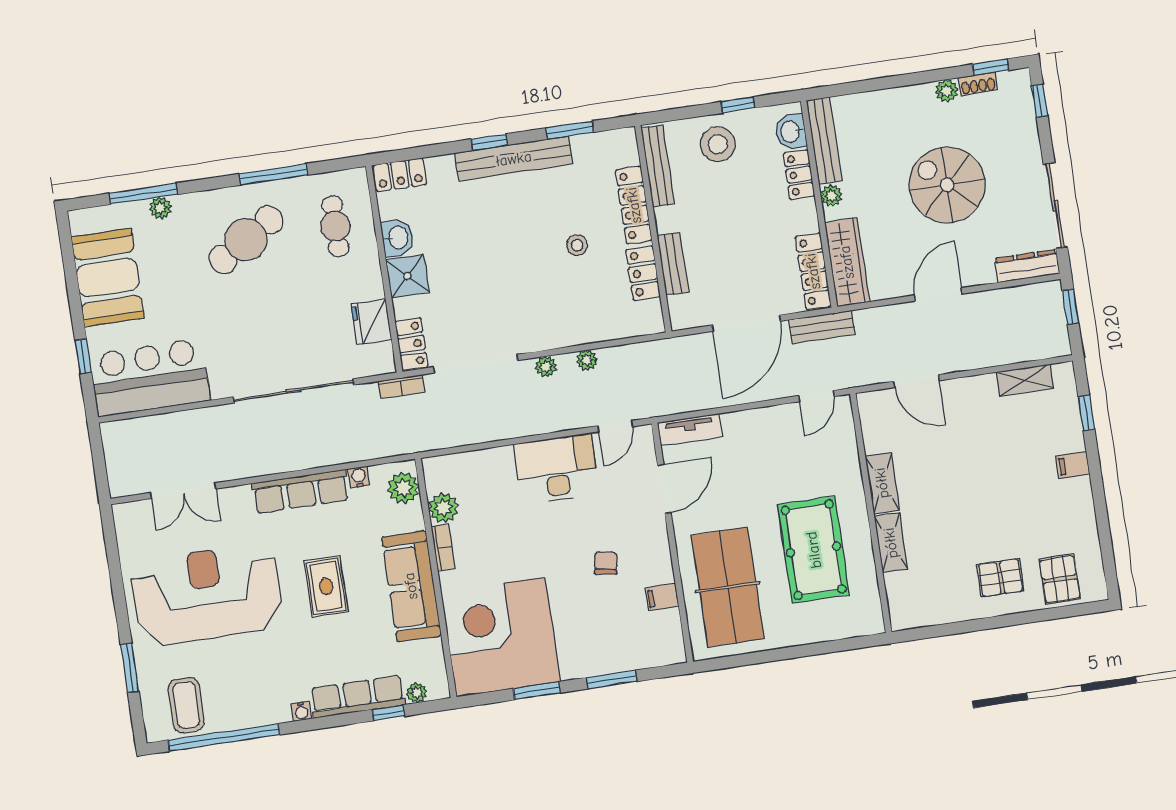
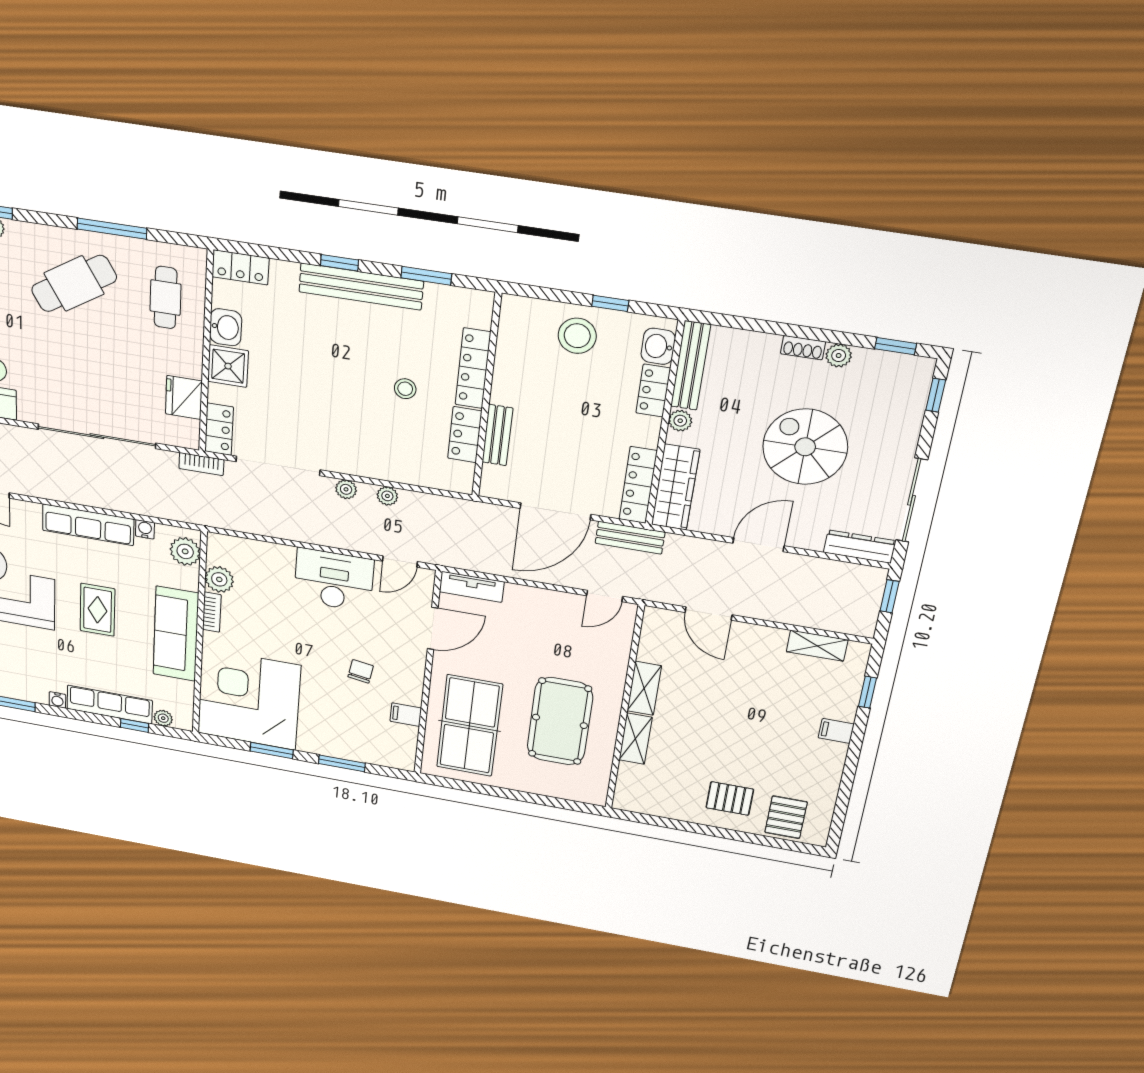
shoe rack: (978, 84) -> (803, 348), moved
bench: (658, 166) -> (508, 338), removed

